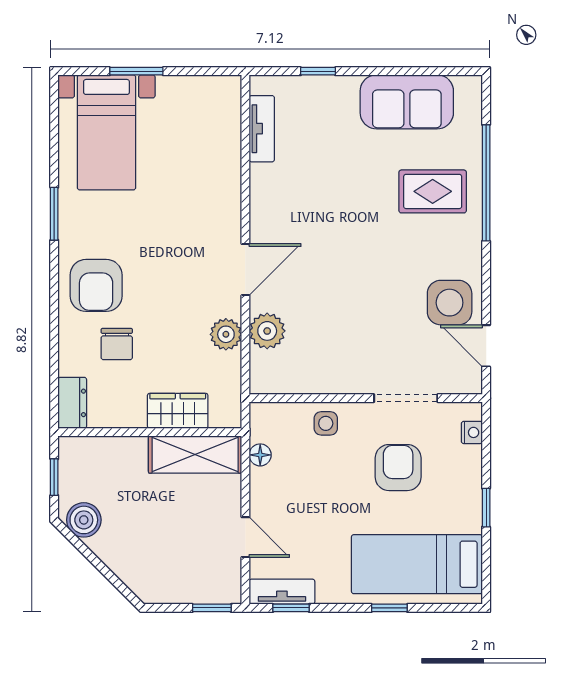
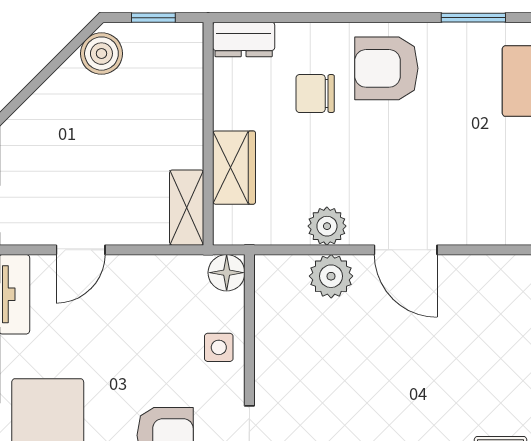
shelving: (195, 454) -> (187, 208), width x0.67, depth x0.75
floor lamp: (260, 455) -> (227, 273), moved, width x1.37, depth x1.37

